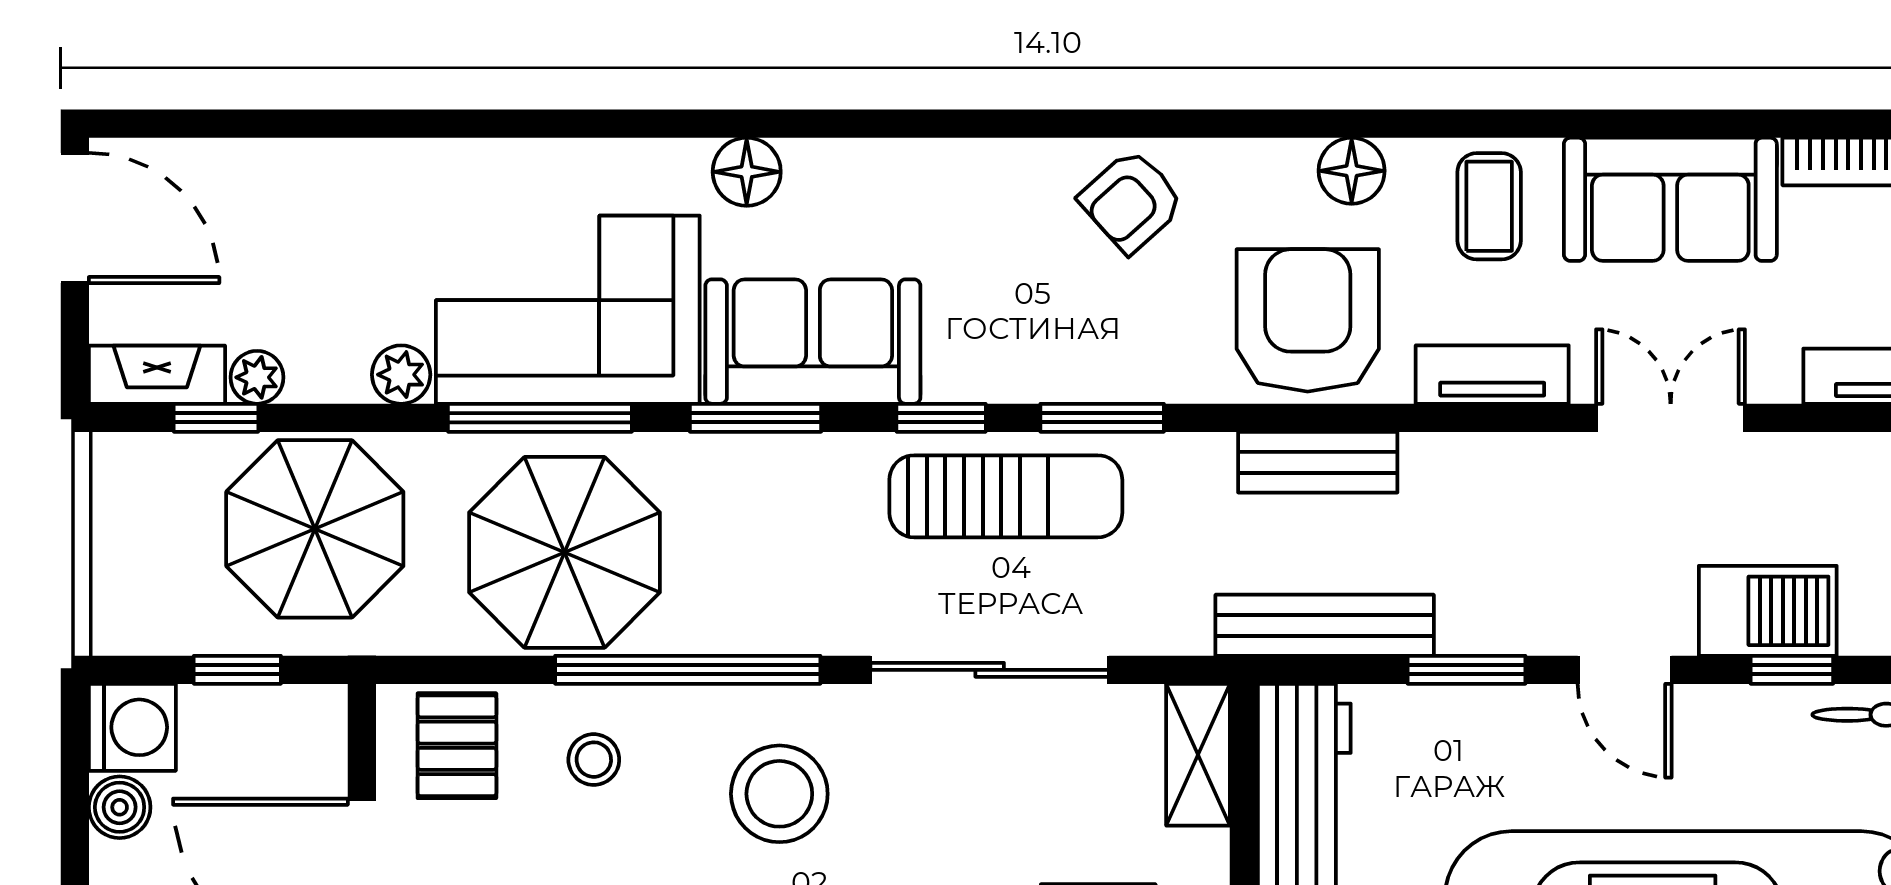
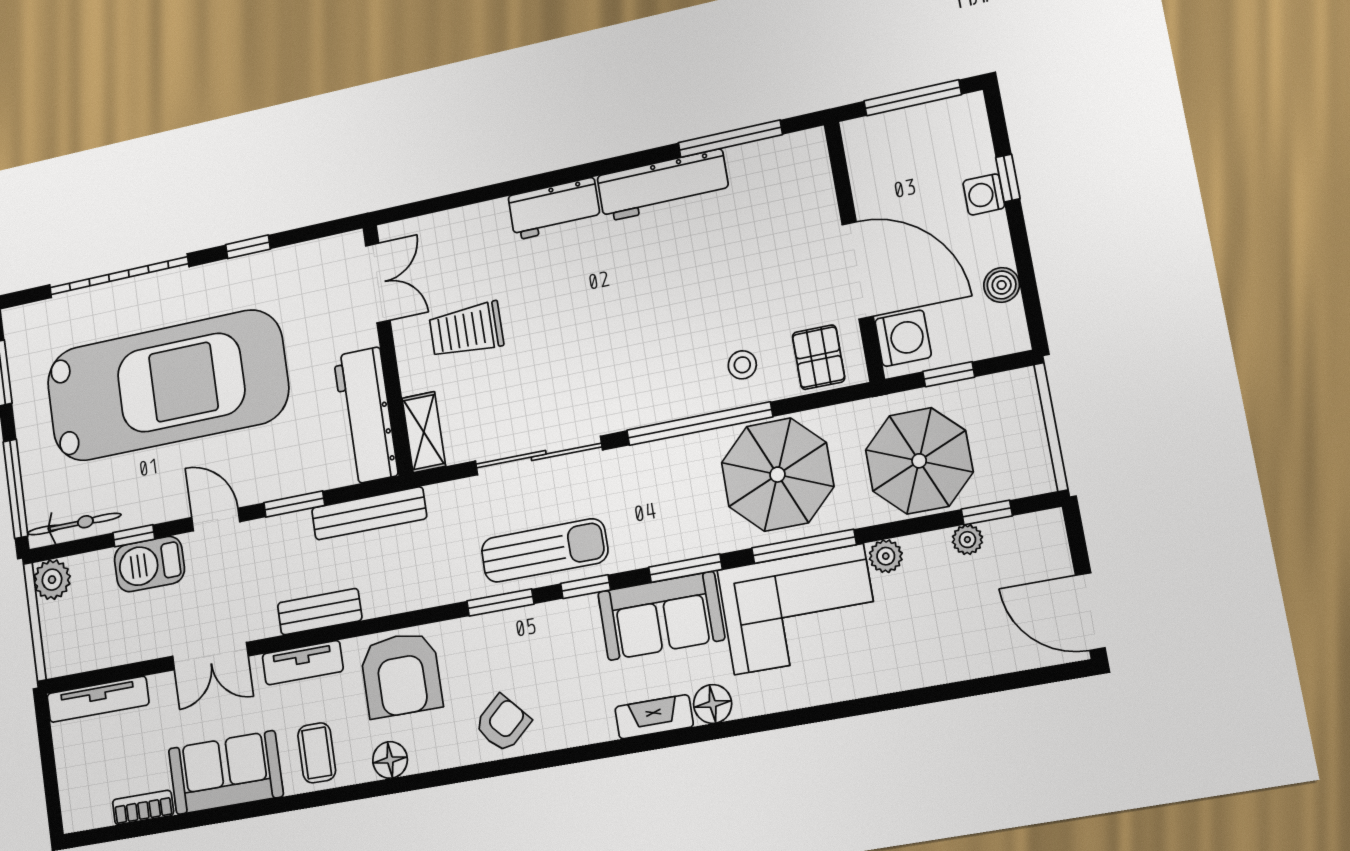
fireplace: (157, 375) -> (654, 717), moved, turned 180
bench: (1318, 462) -> (320, 612), moved
sun lounger: (1006, 496) -> (545, 550), turned 180
washing machine: (132, 727) -> (903, 338), moved, turned 180
stool: (779, 794) -> (639, 367), removed

